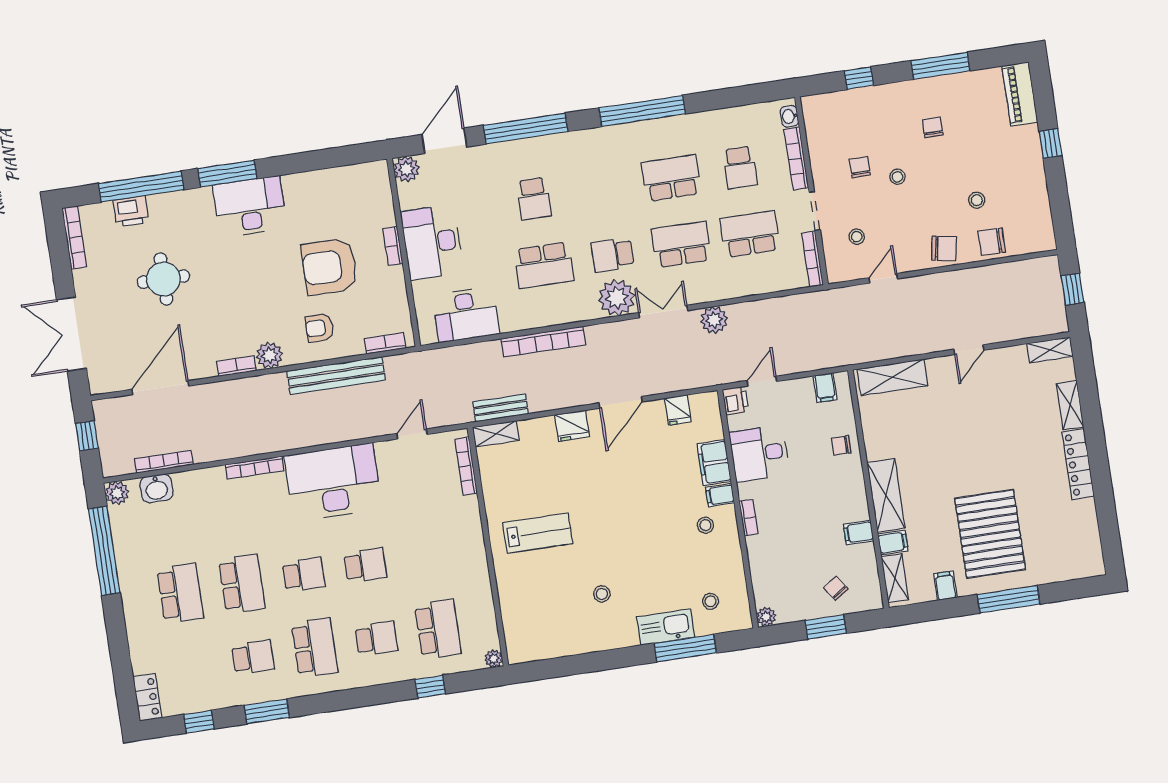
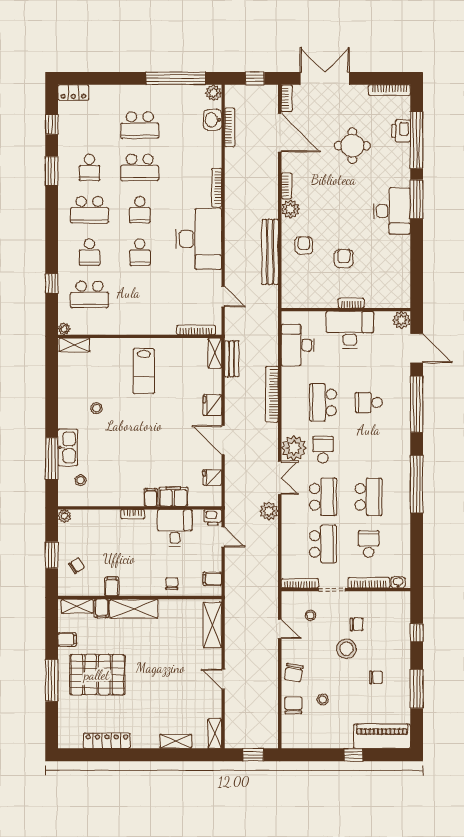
piano: (1020, 94) -> (382, 736), width x1.37, depth x1.33
school desk: (740, 168) -> (369, 544), turned 90
stool: (897, 177) -> (346, 649), width x1.89, depth x1.89
armchair: (329, 267) -> (344, 258), width x0.53, depth x0.53
bookcase: (385, 343) -> (287, 98), moved
locker: (1078, 464) -> (107, 741), moved
stool: (705, 525) -> (132, 484), removed
shelving: (515, 640) -> (74, 345), added

